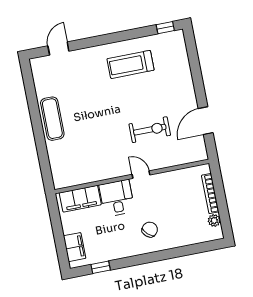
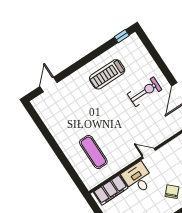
exercise mat: (52, 119) -> (93, 152), moved
exercise bike: (150, 130) -> (145, 92), moved

